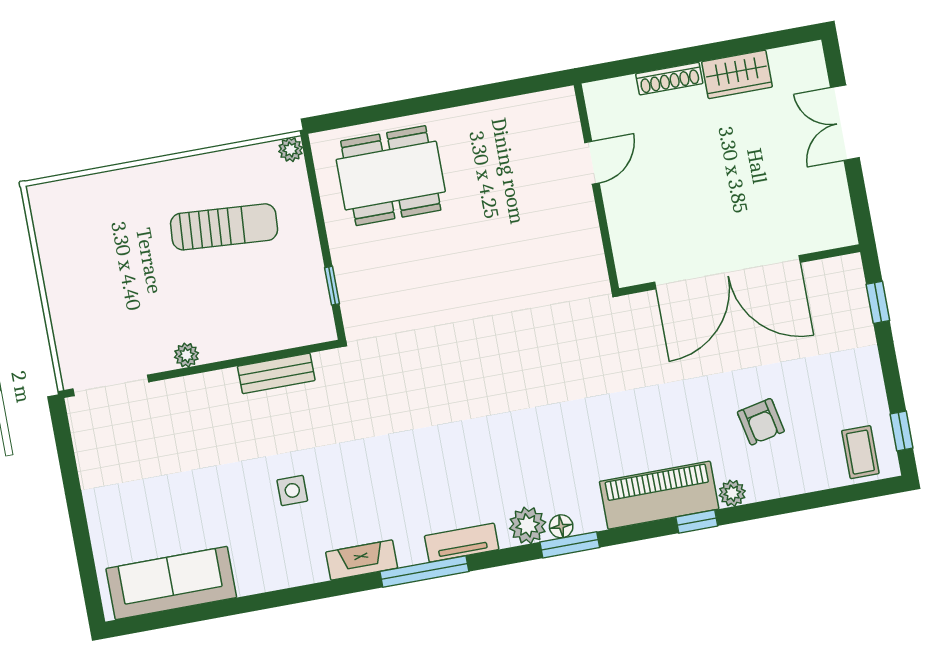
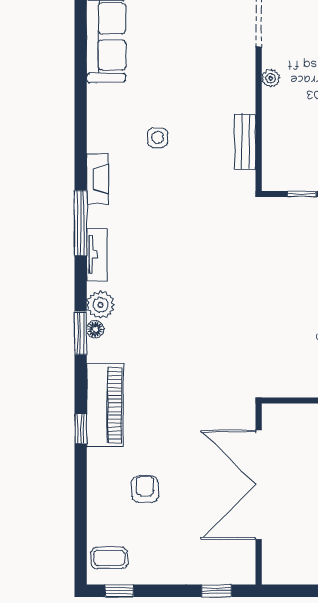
armchair: (761, 422) -> (145, 489), turned 102
plant: (732, 493) -> (97, 459), removed

